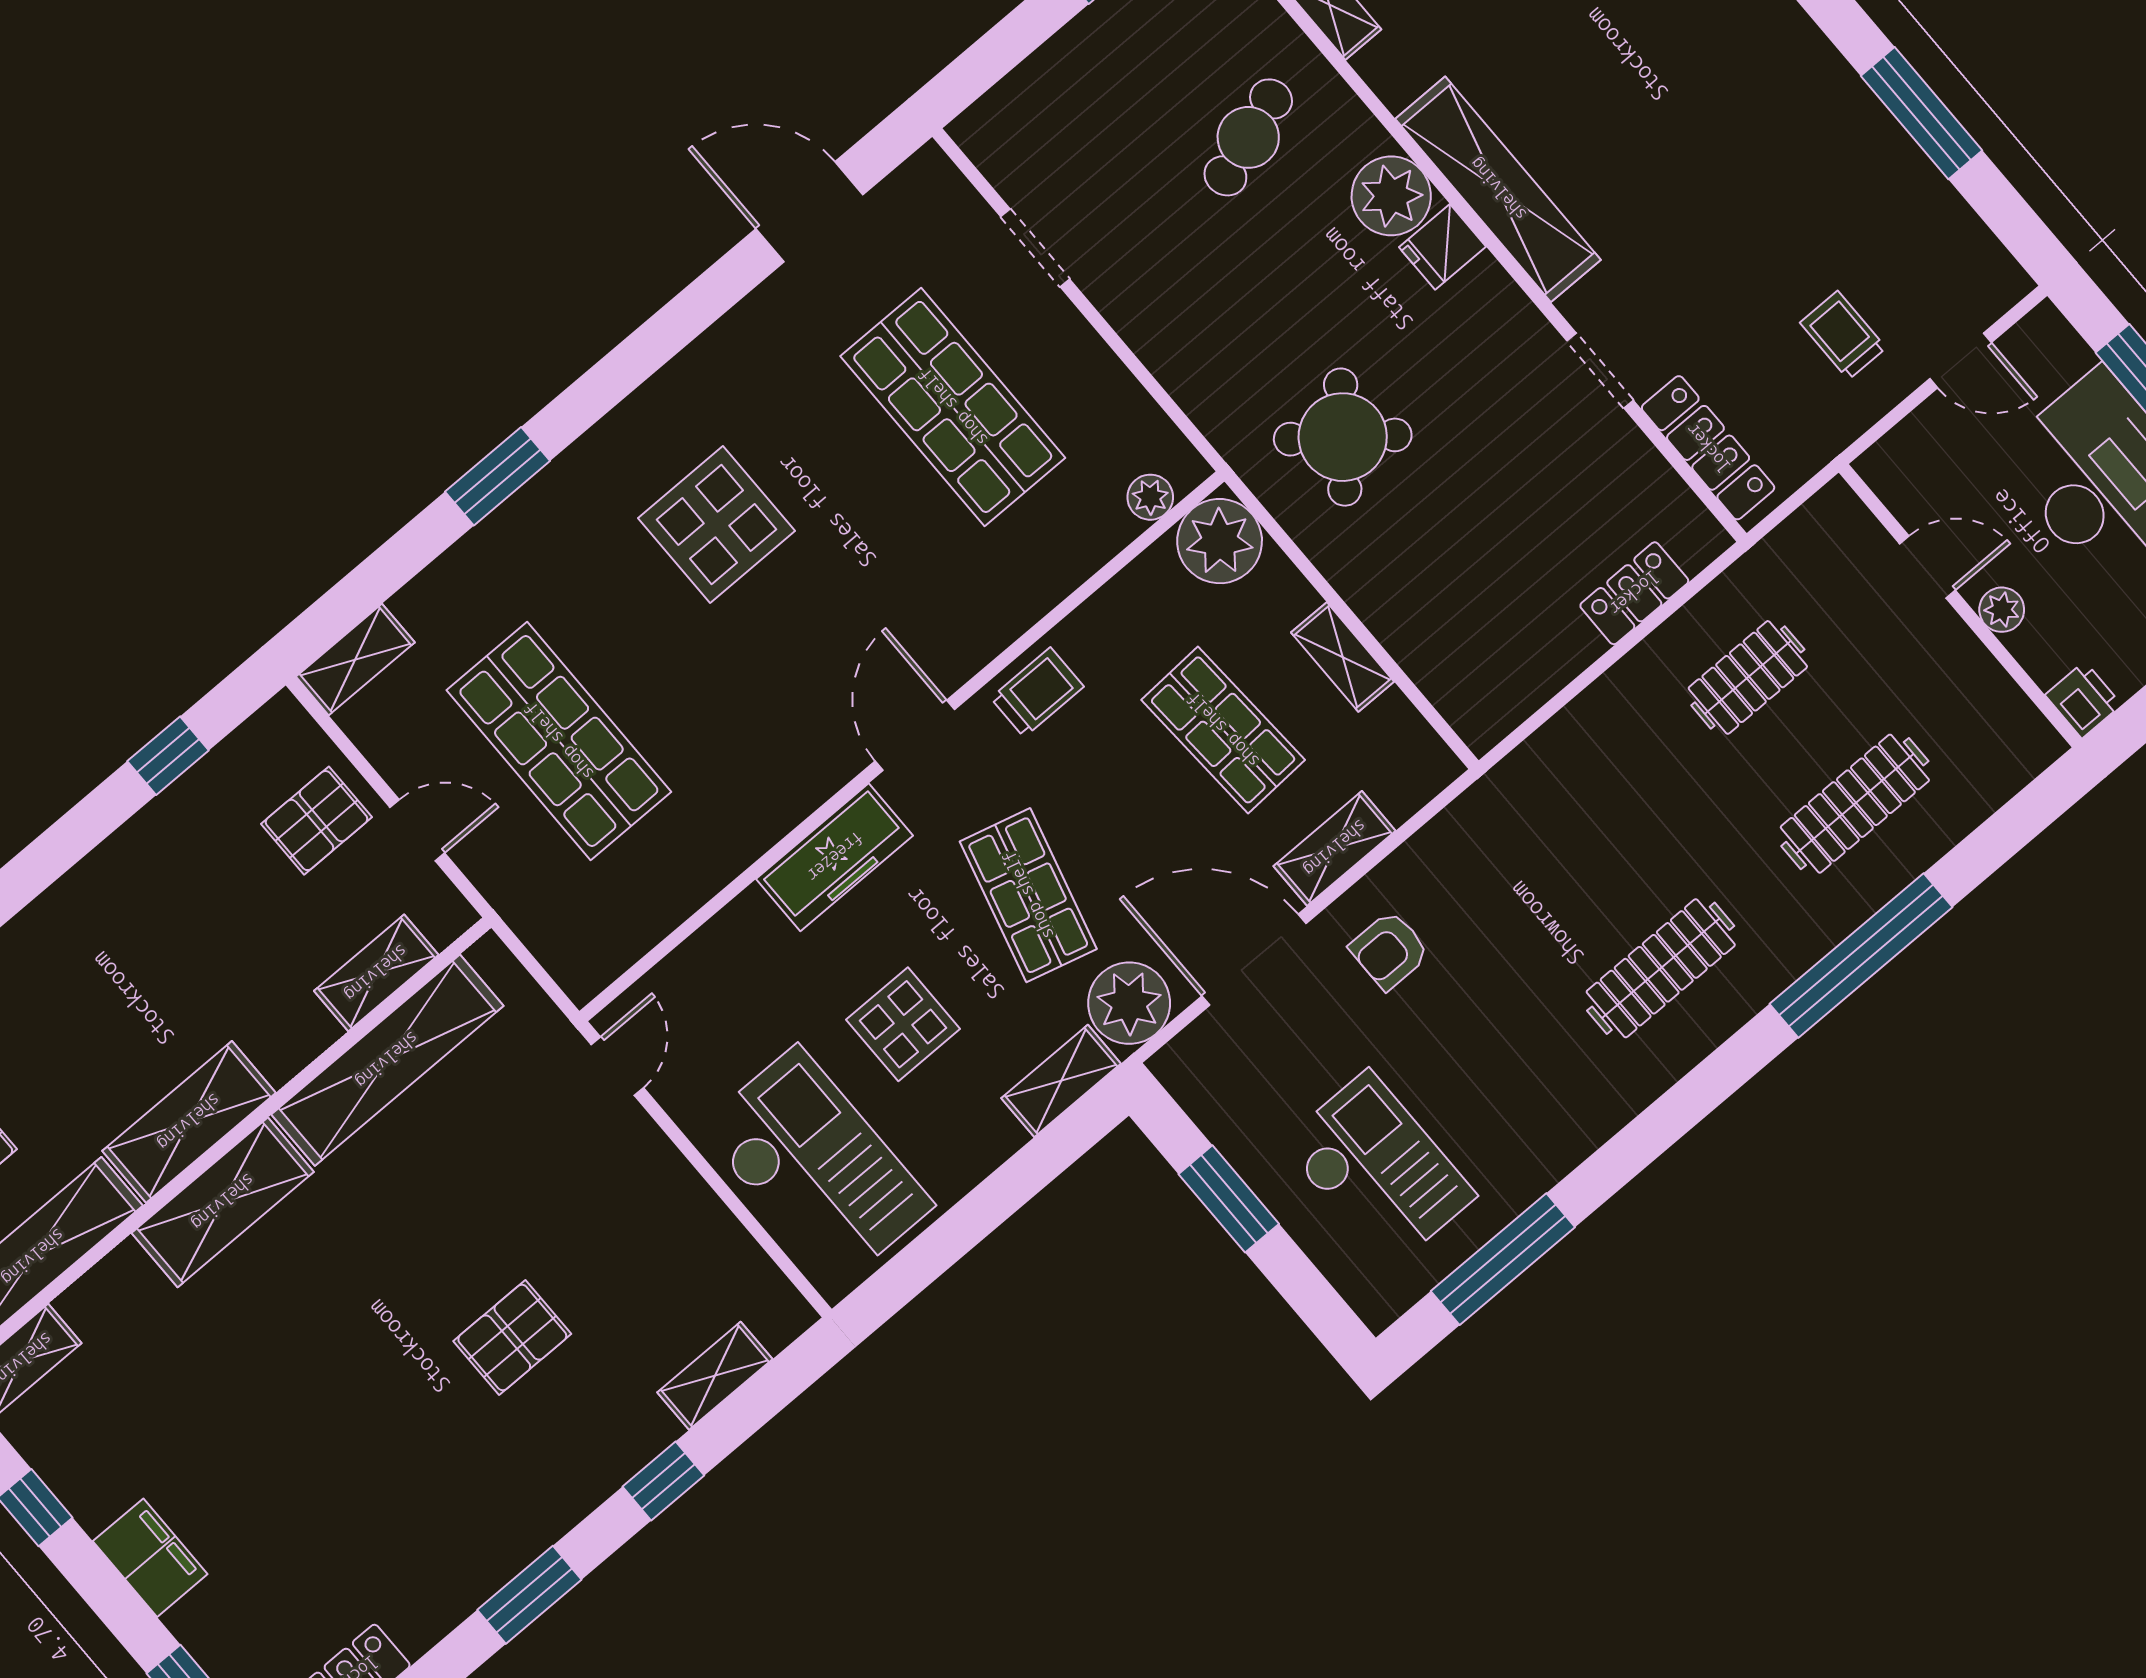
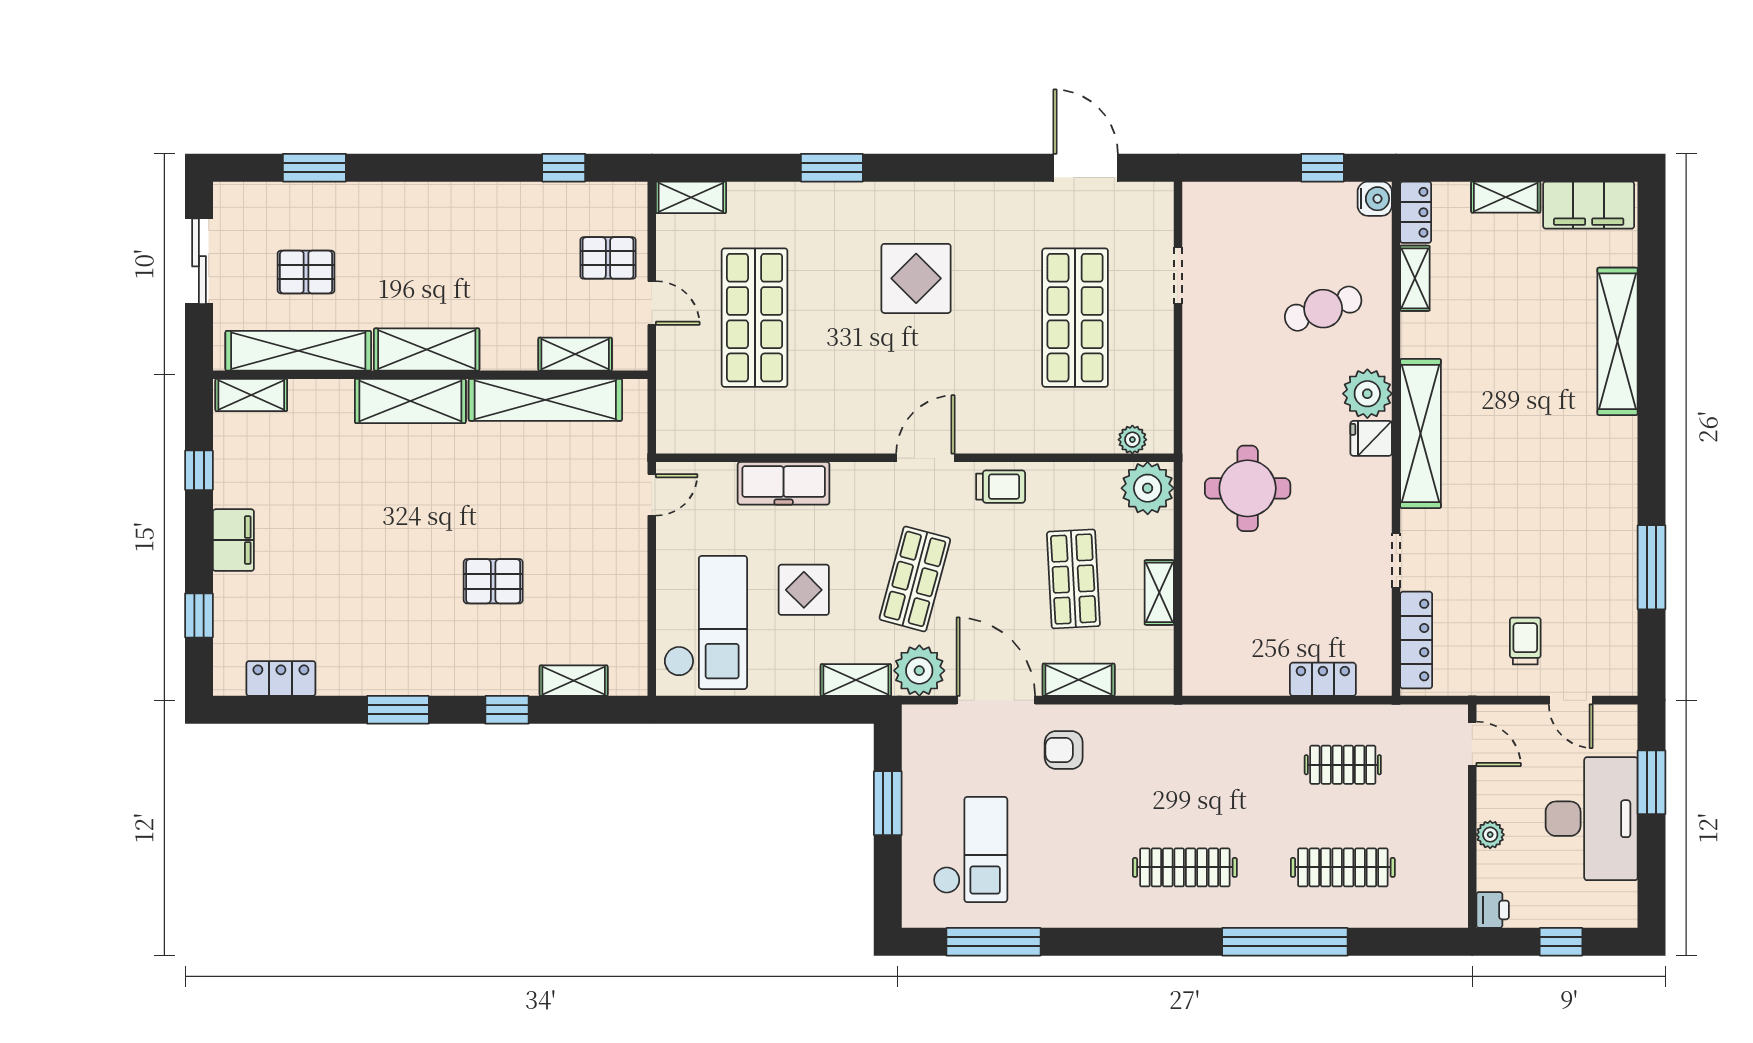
round table: (1343, 437) -> (1248, 488), turned -38
door: (1927, 567) -> (1472, 744), moved
freezer: (835, 857) -> (784, 483), moved

